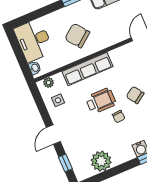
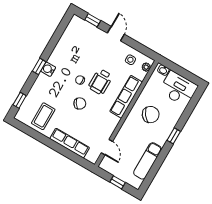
plant: (101, 161) -> (69, 40), removed

